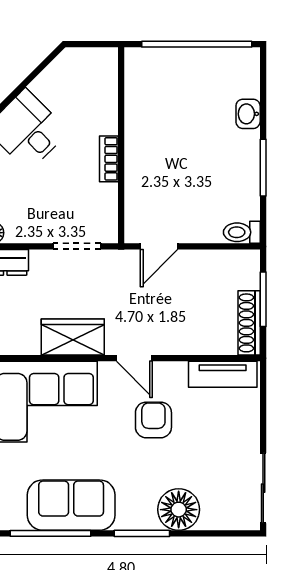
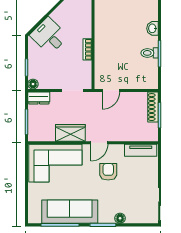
toilet: (242, 232) -> (150, 53), moved
shoe rack: (249, 323) -> (153, 107), moved
door: (134, 358) -> (99, 143), hinge flipped
sofa: (71, 505) -> (70, 212), width x1.36
floor lamp: (179, 510) -> (120, 218), width x0.53, depth x0.53

